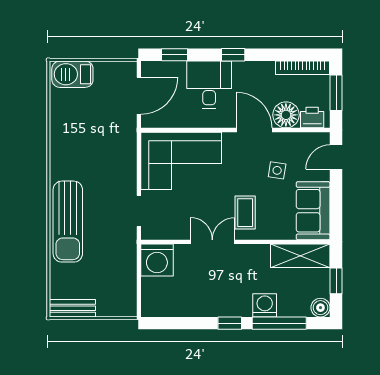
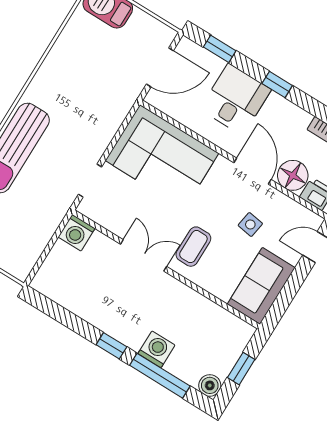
shelving: (300, 256) -> (221, 322), removed
washing machine: (157, 260) -> (77, 233), width x0.73, depth x0.73

